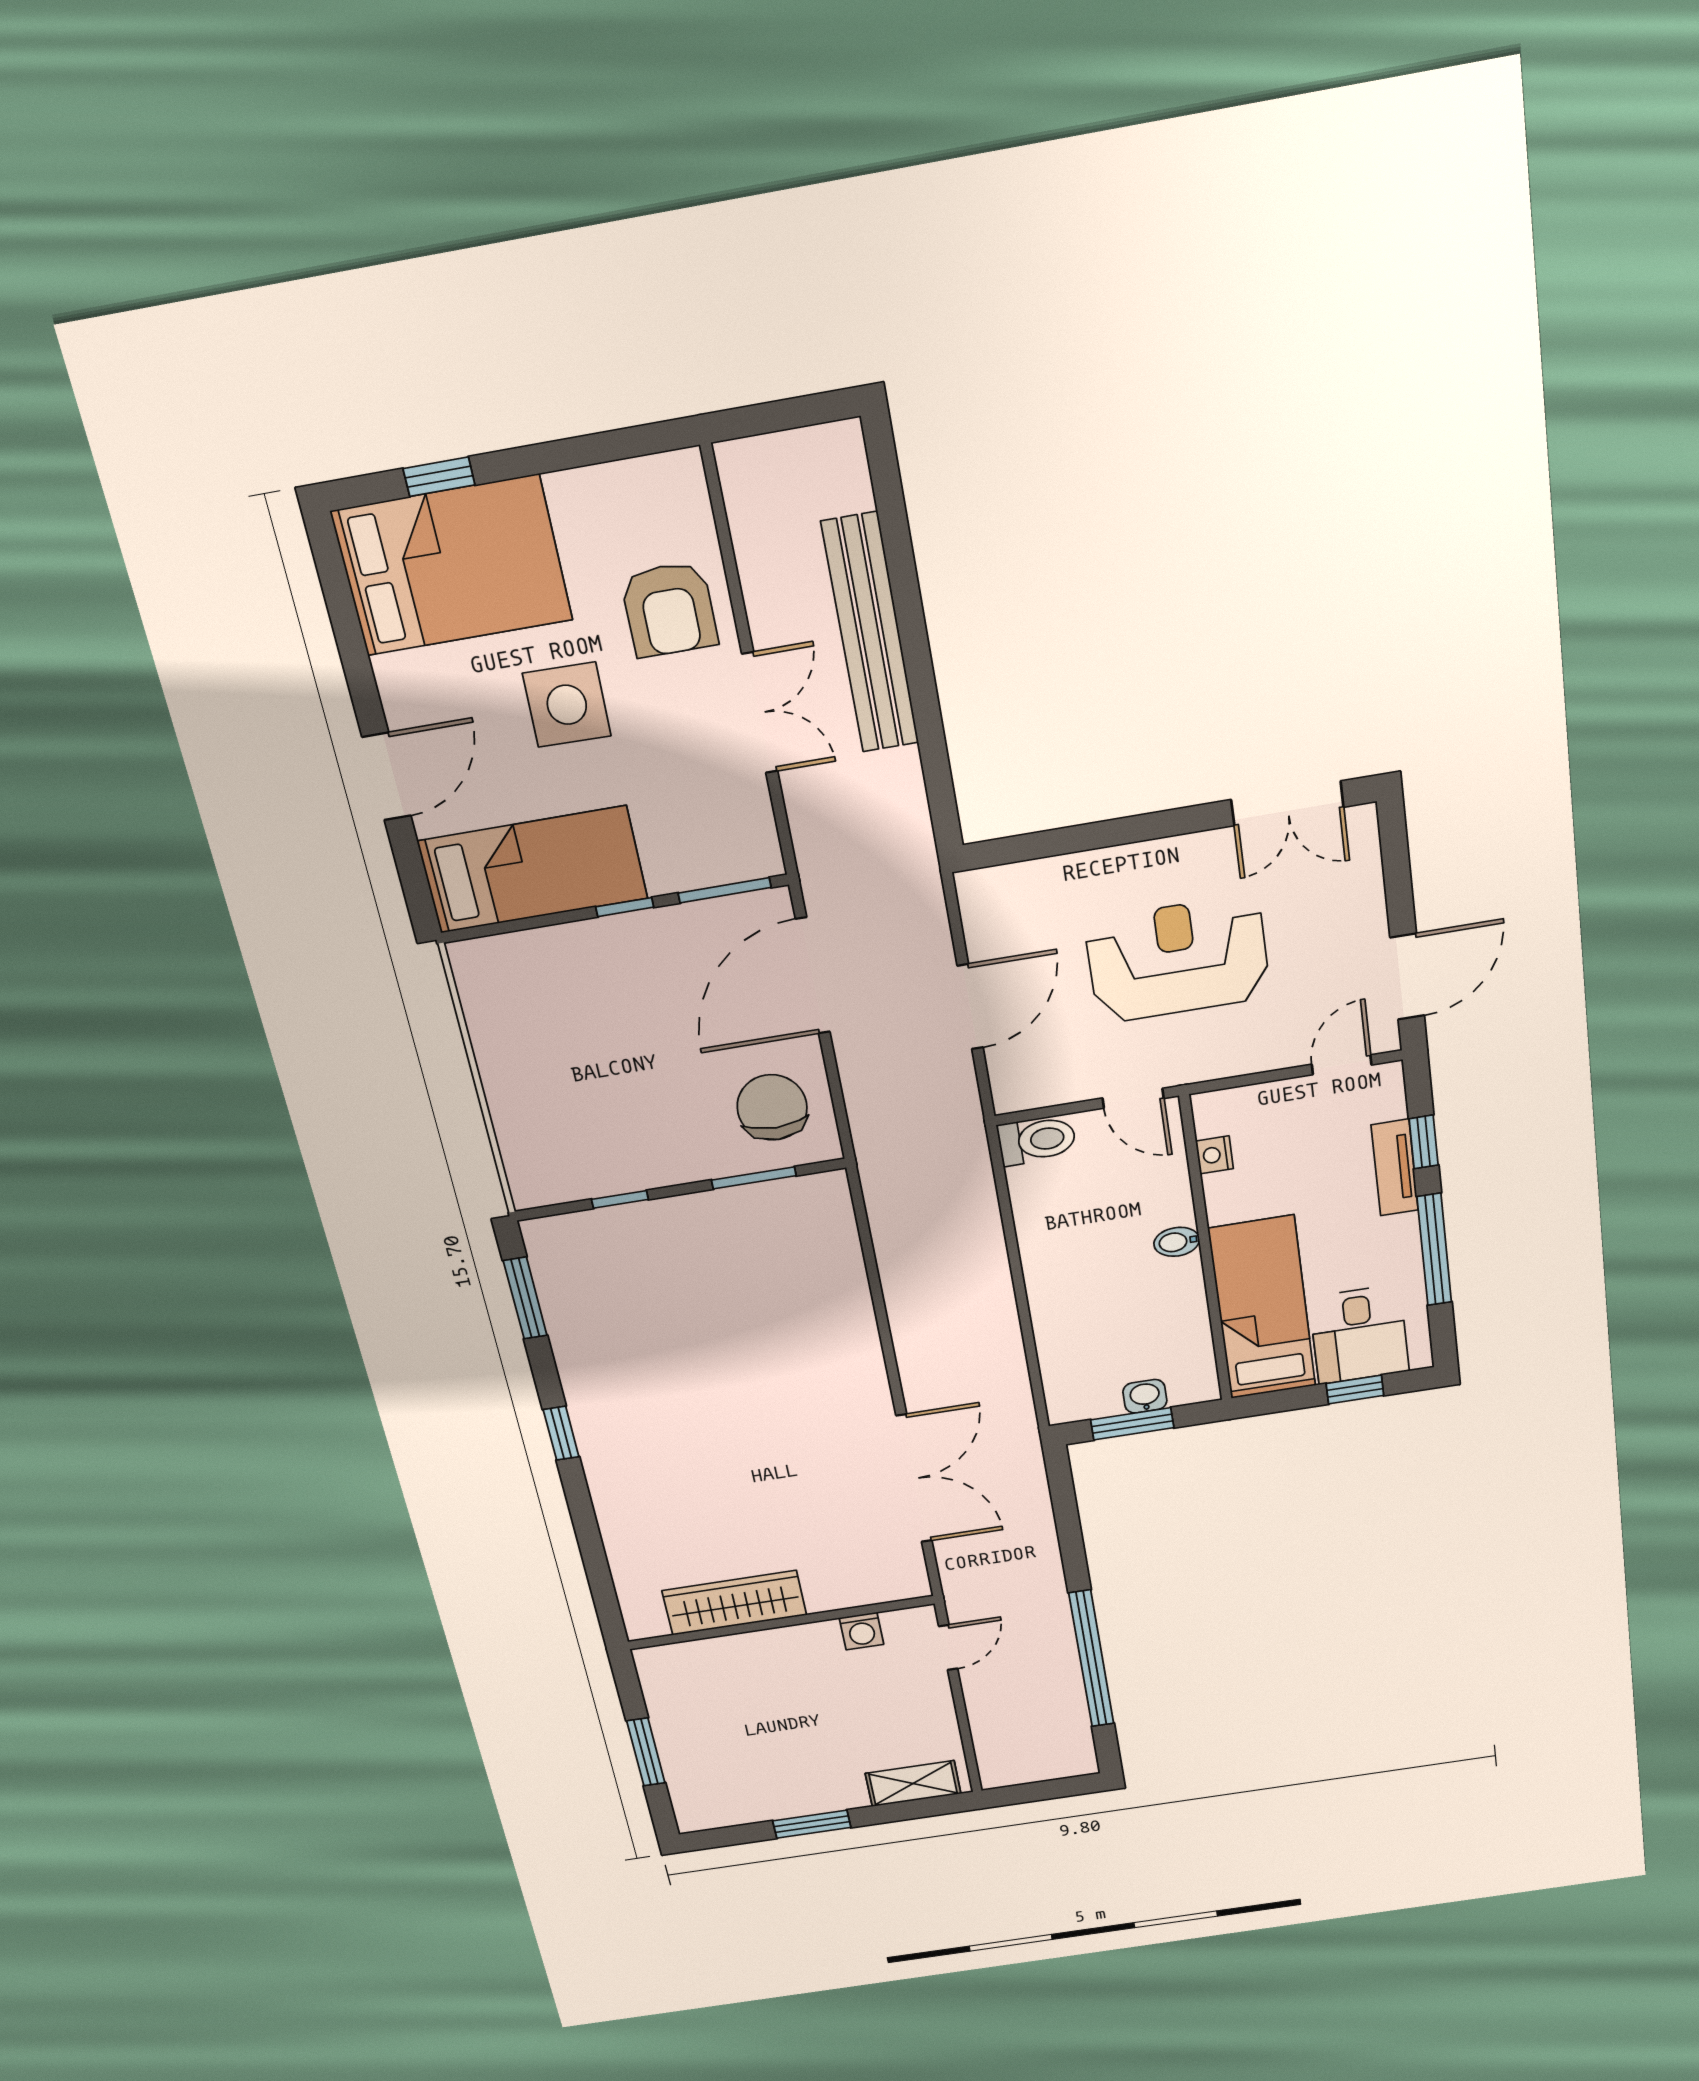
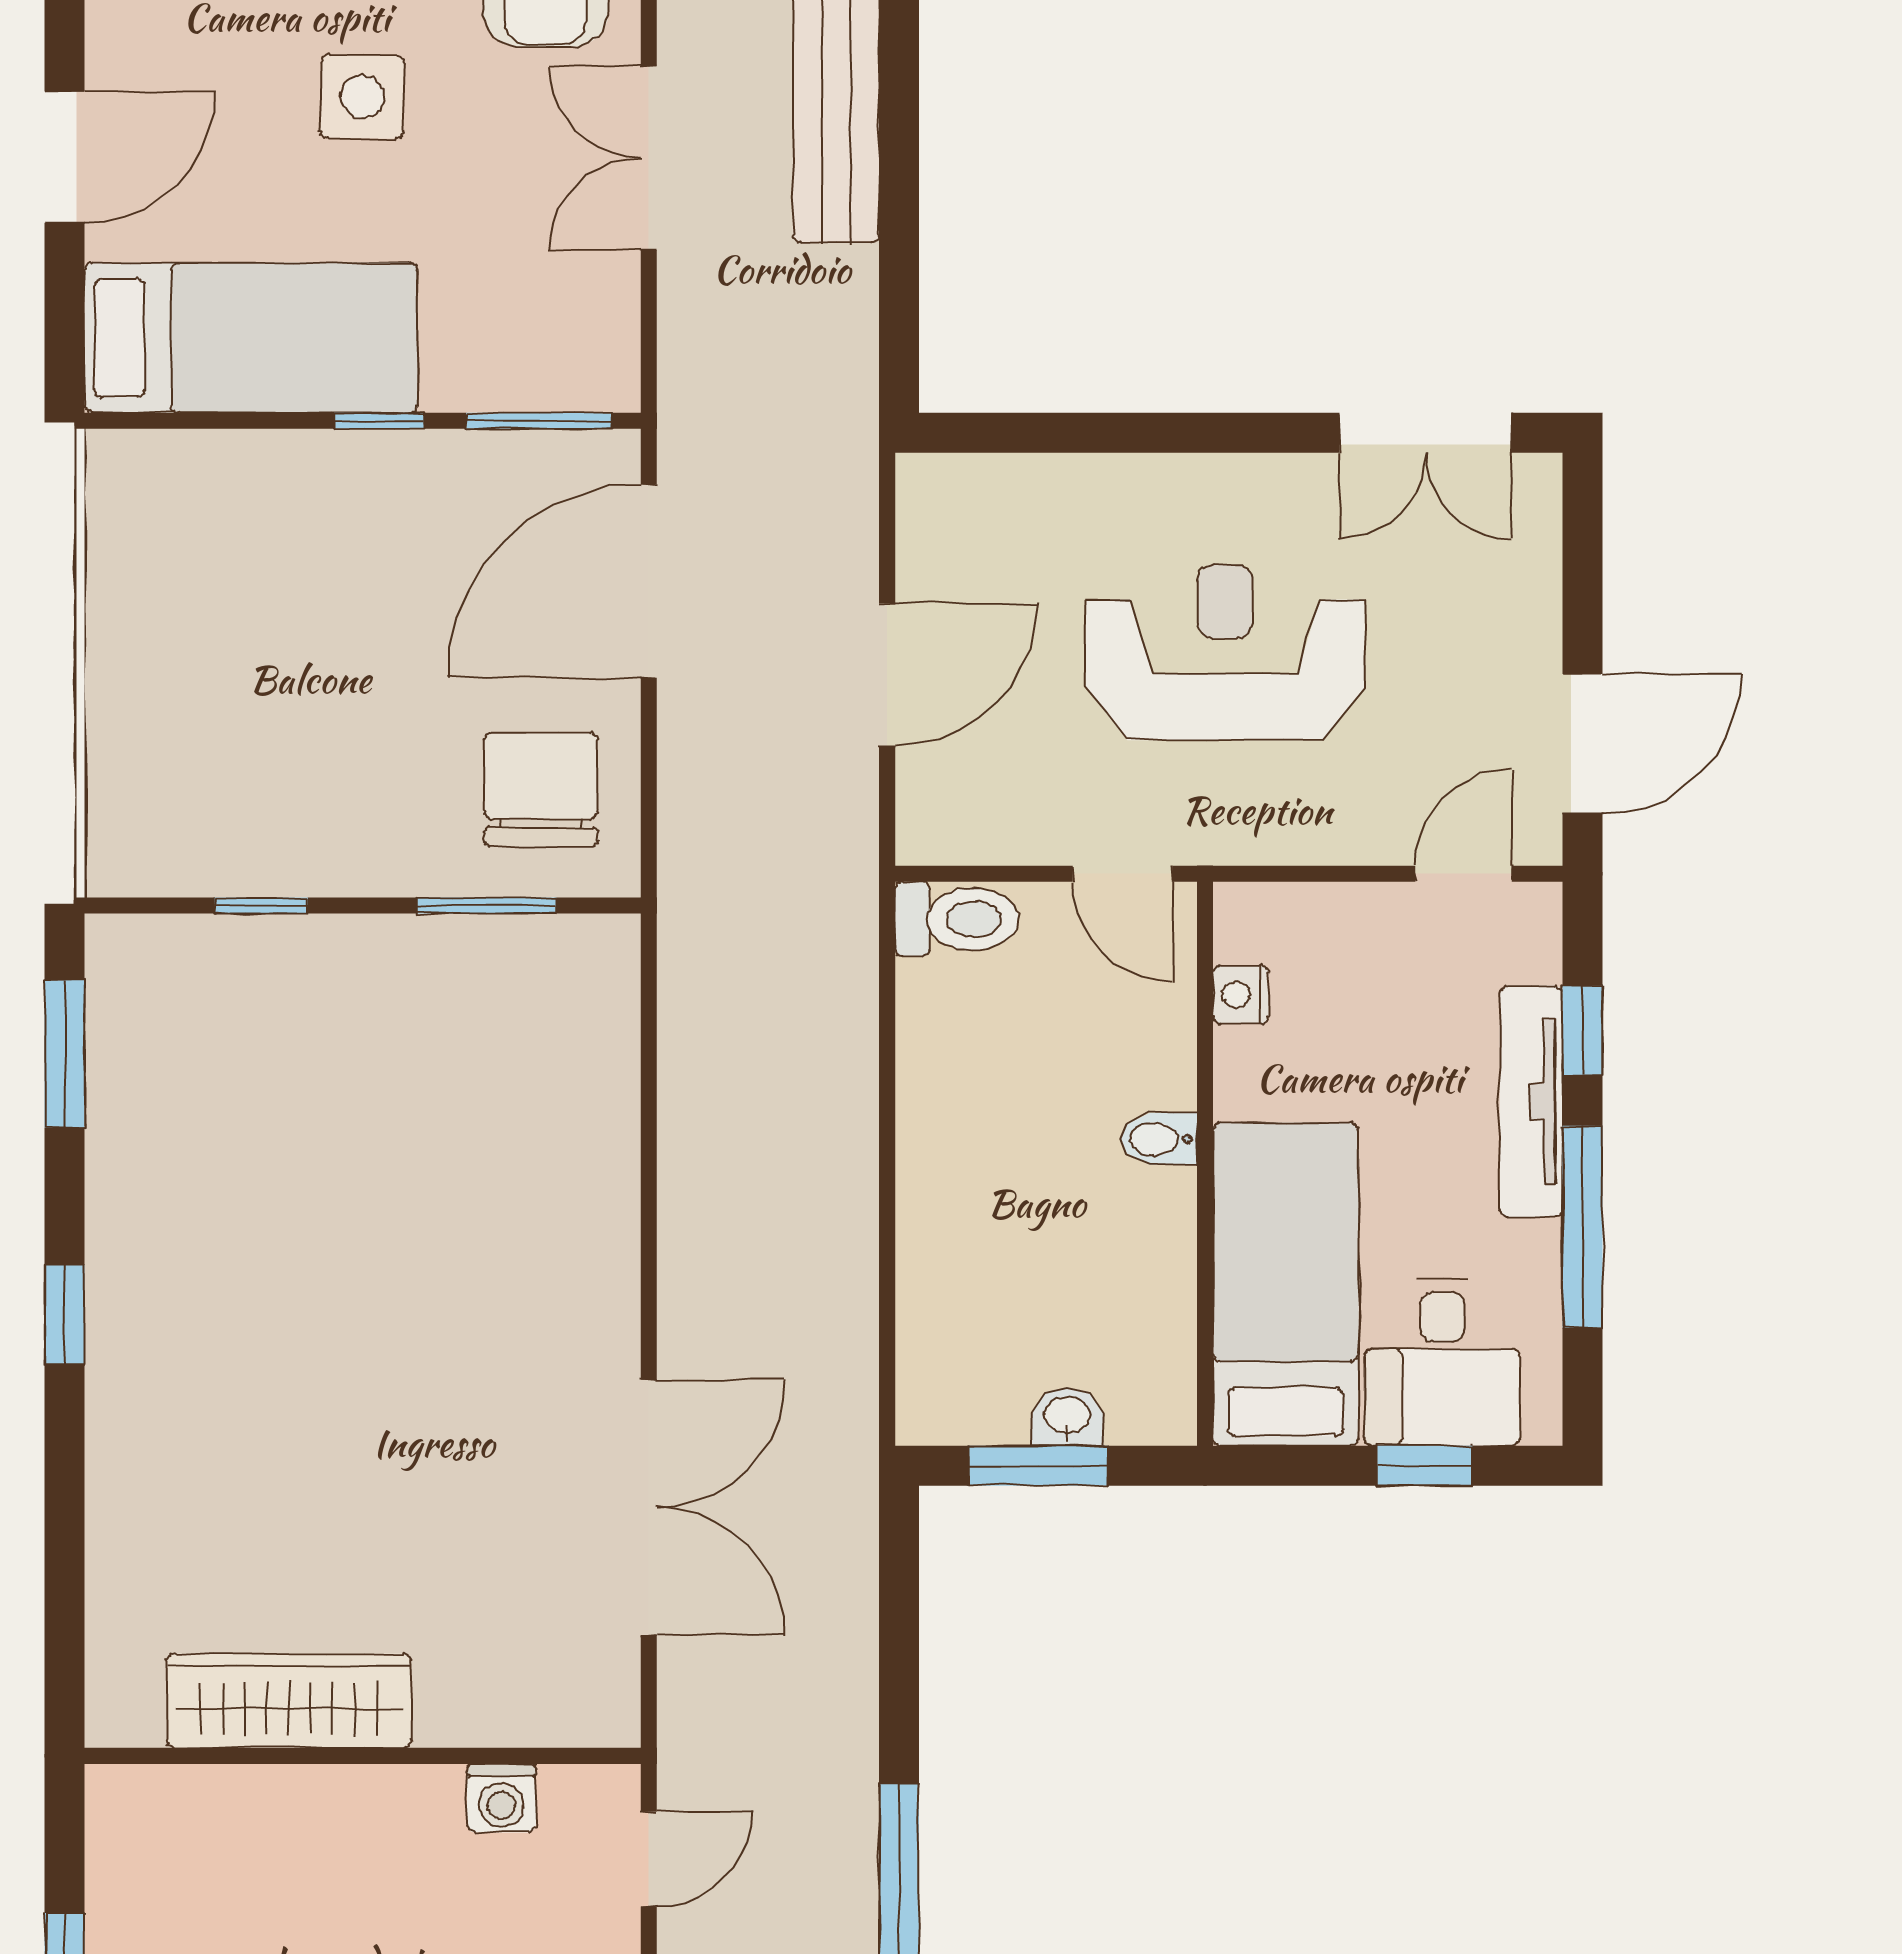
side table: (567, 705) -> (362, 97), width x0.73, depth x0.73
double door: (760, 713) -> (649, 158), swing flipped
tv unit: (1395, 1168) -> (1531, 1101), width x1.41

